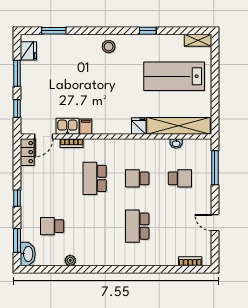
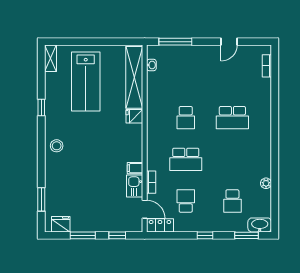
washbasin: (176, 143) -> (151, 65), moved
school desk: (180, 178) -> (186, 201), moved

